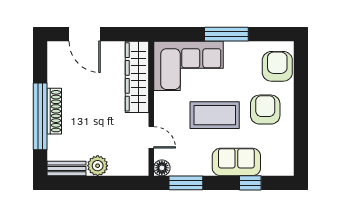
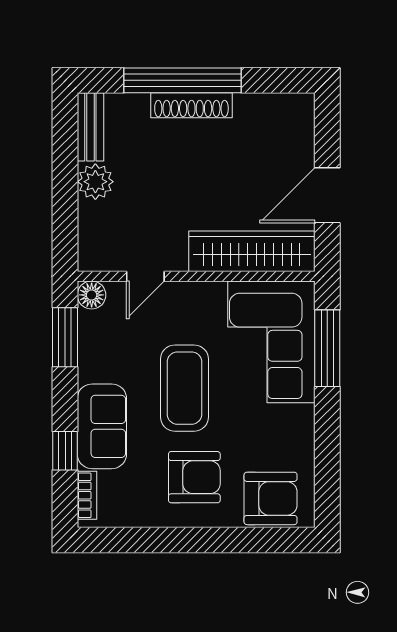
door: (85, 34) -> (327, 195), moved
window: (226, 34) -> (327, 348), moved
bookcase: (276, 170) -> (87, 495), added

